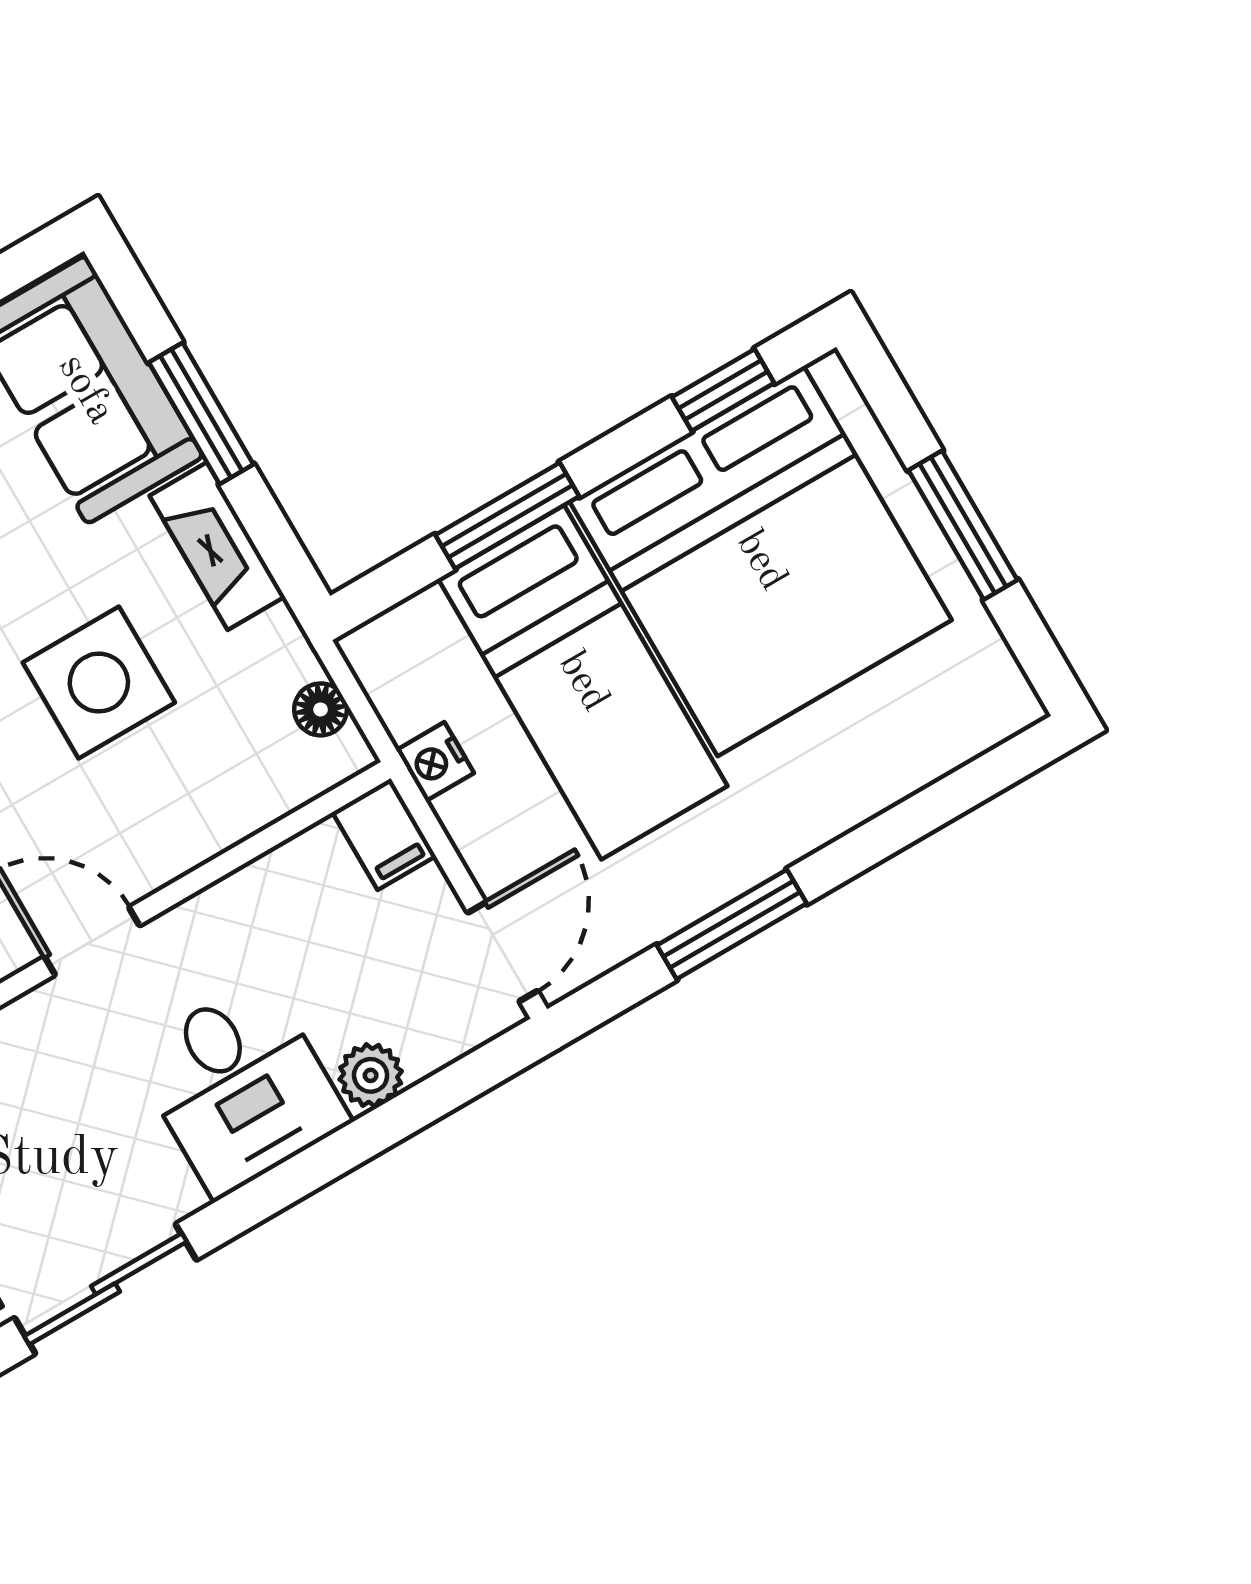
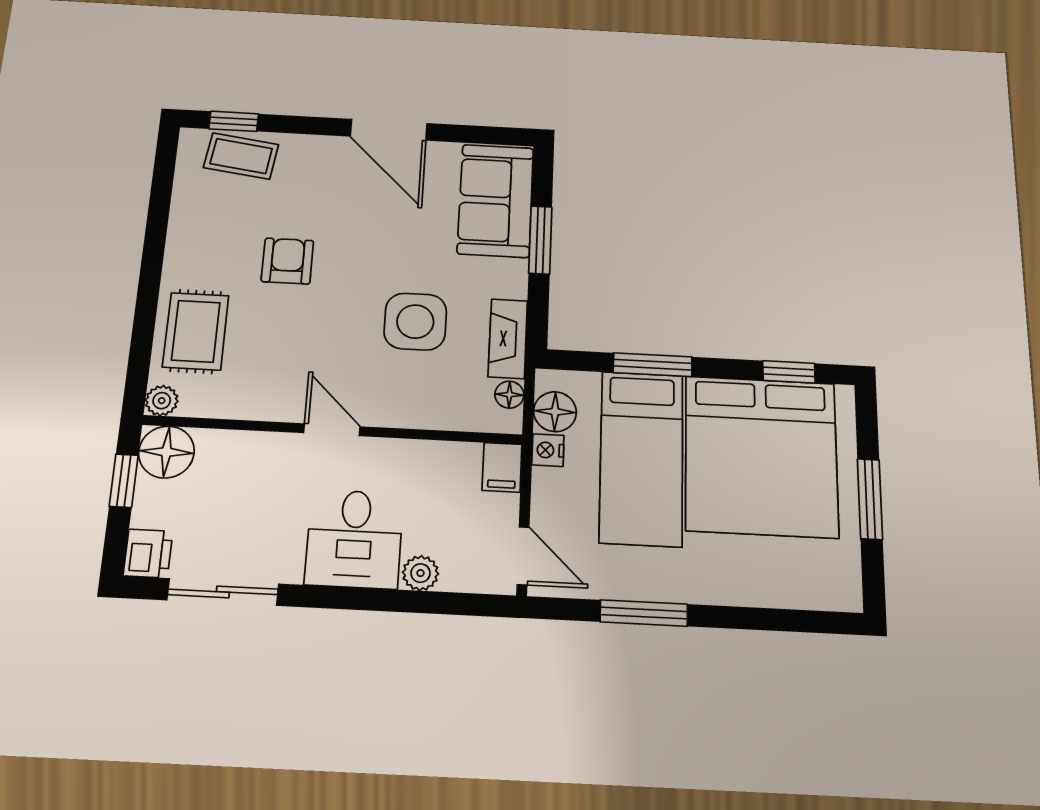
fireplace: (217, 546) -> (508, 339), moved
floor lamp: (407, 692) -> (555, 412), added
door: (503, 952) -> (523, 556), hinge flipped

